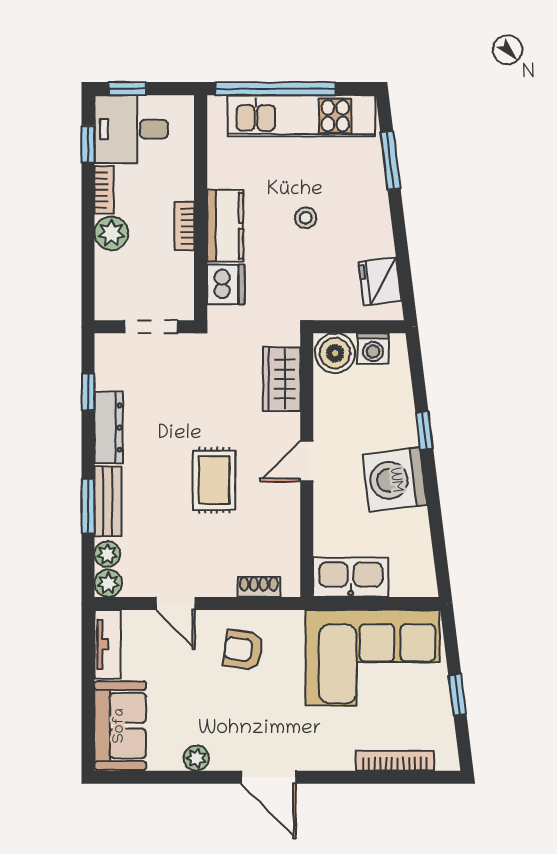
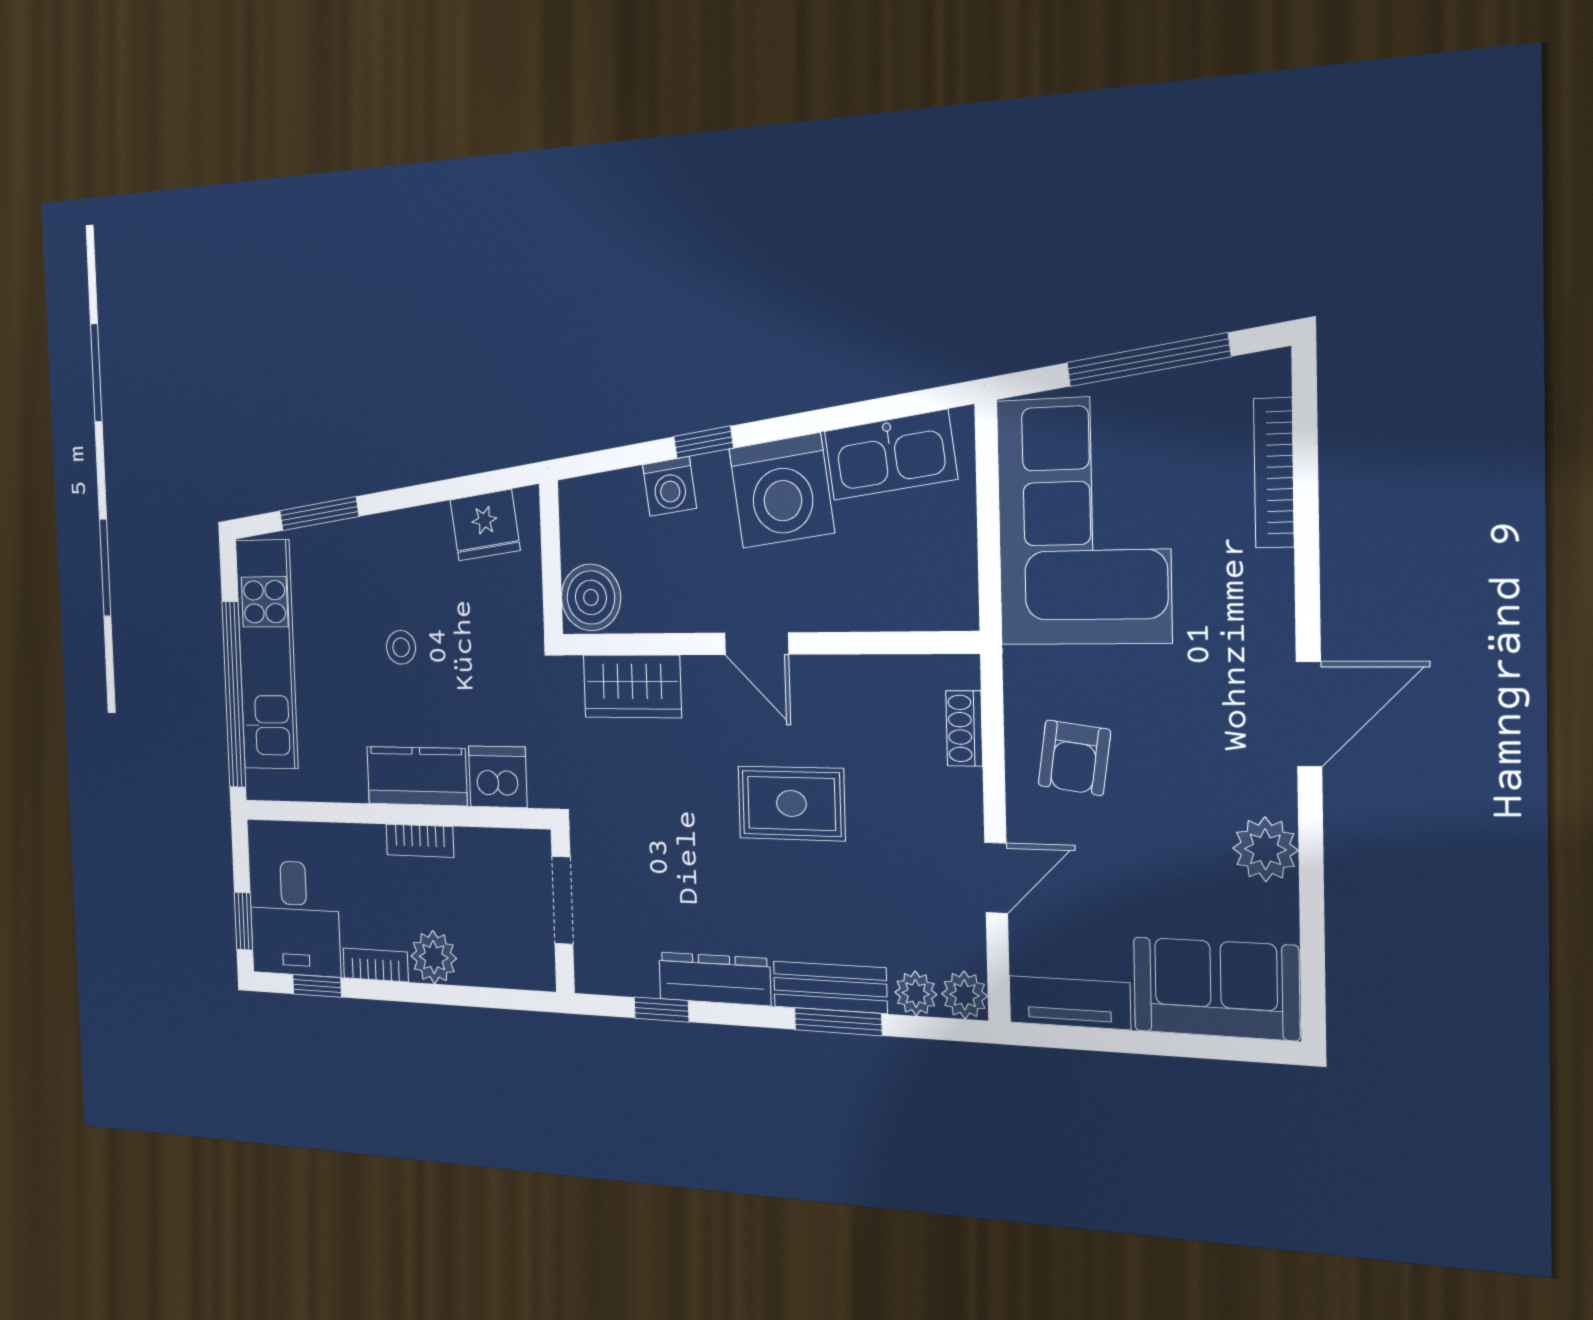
washing machine: (373, 349) -> (670, 486), moved, turned 83
kitchen sink: (351, 577) -> (890, 455), moved, turned -97
window: (457, 695) -> (1148, 360), width x2.17
plant: (196, 758) -> (1265, 849), width x1.38, depth x1.38

